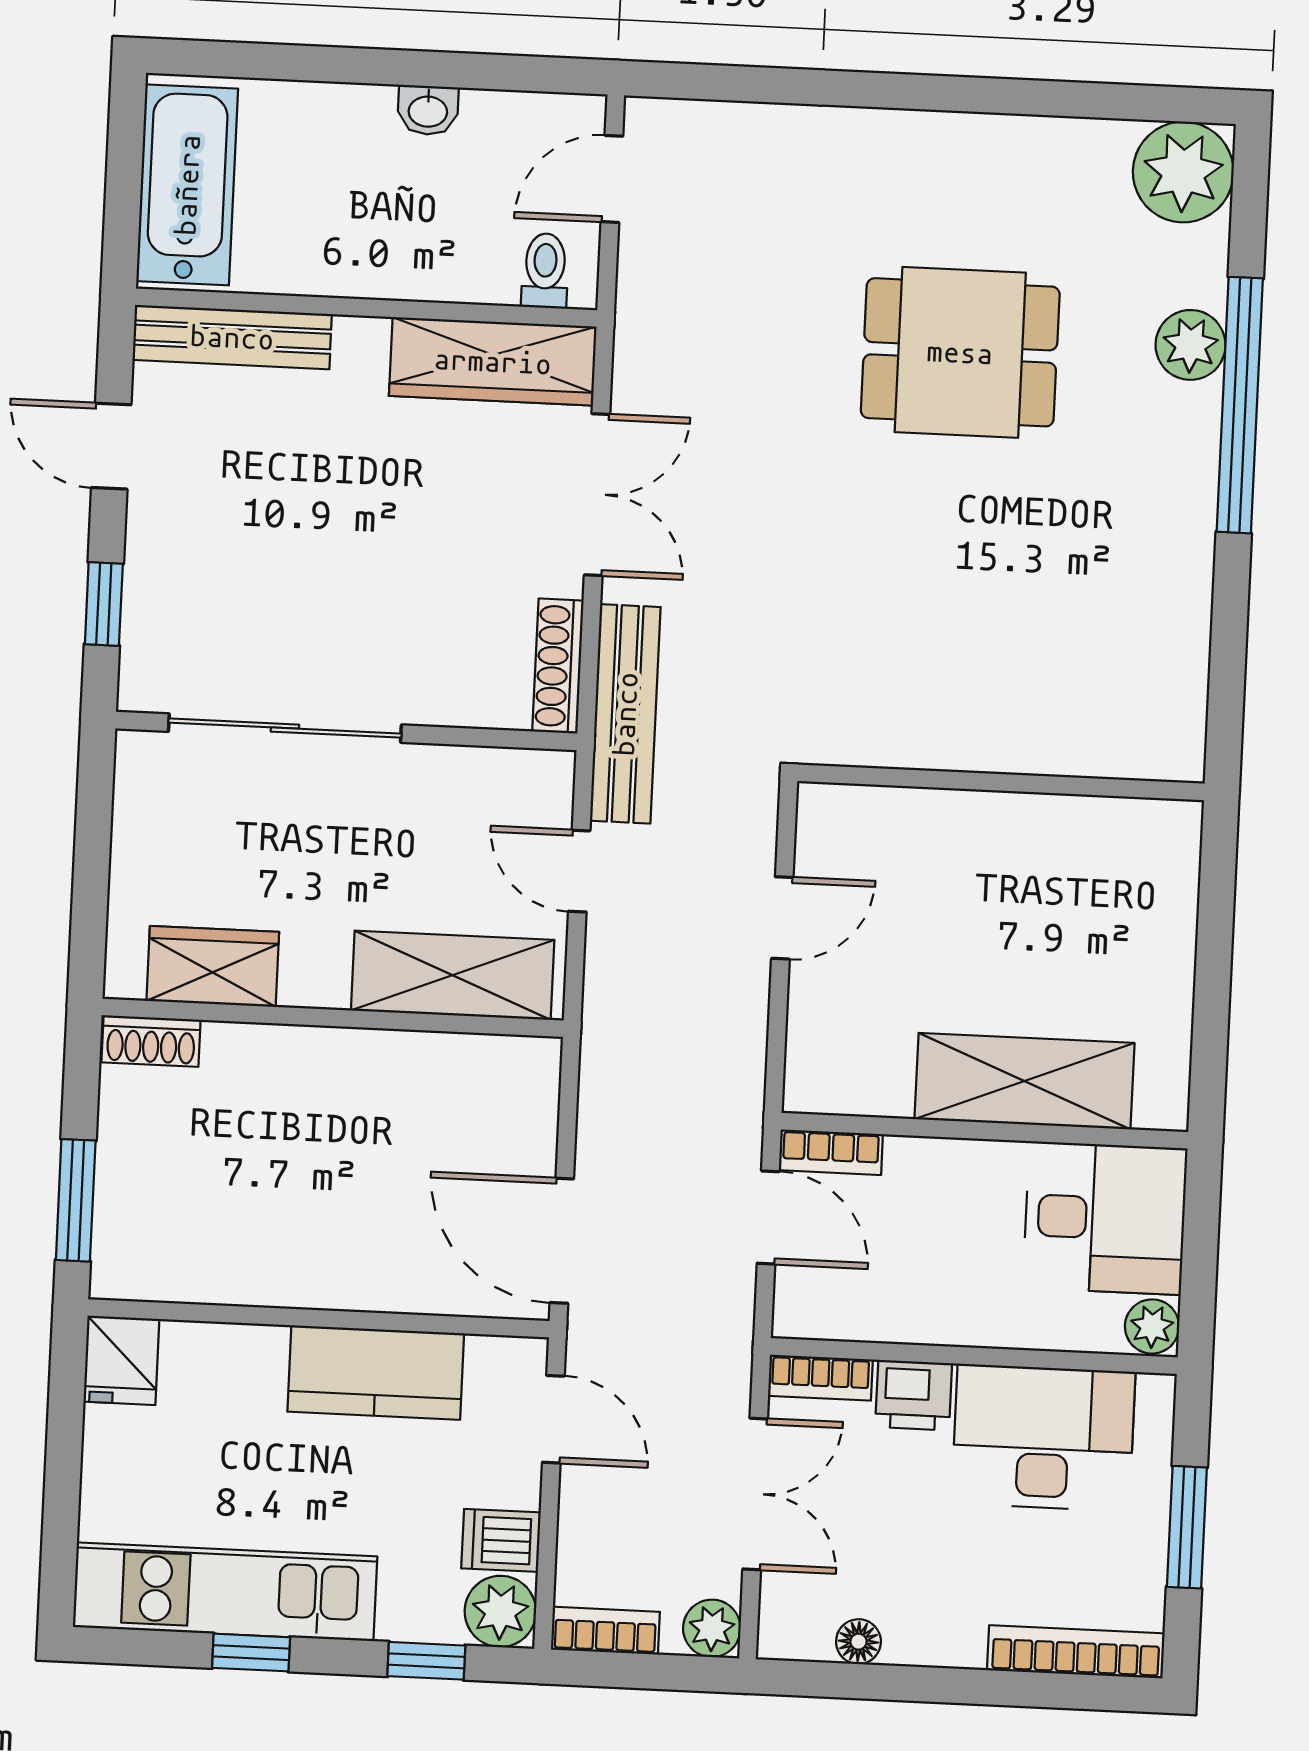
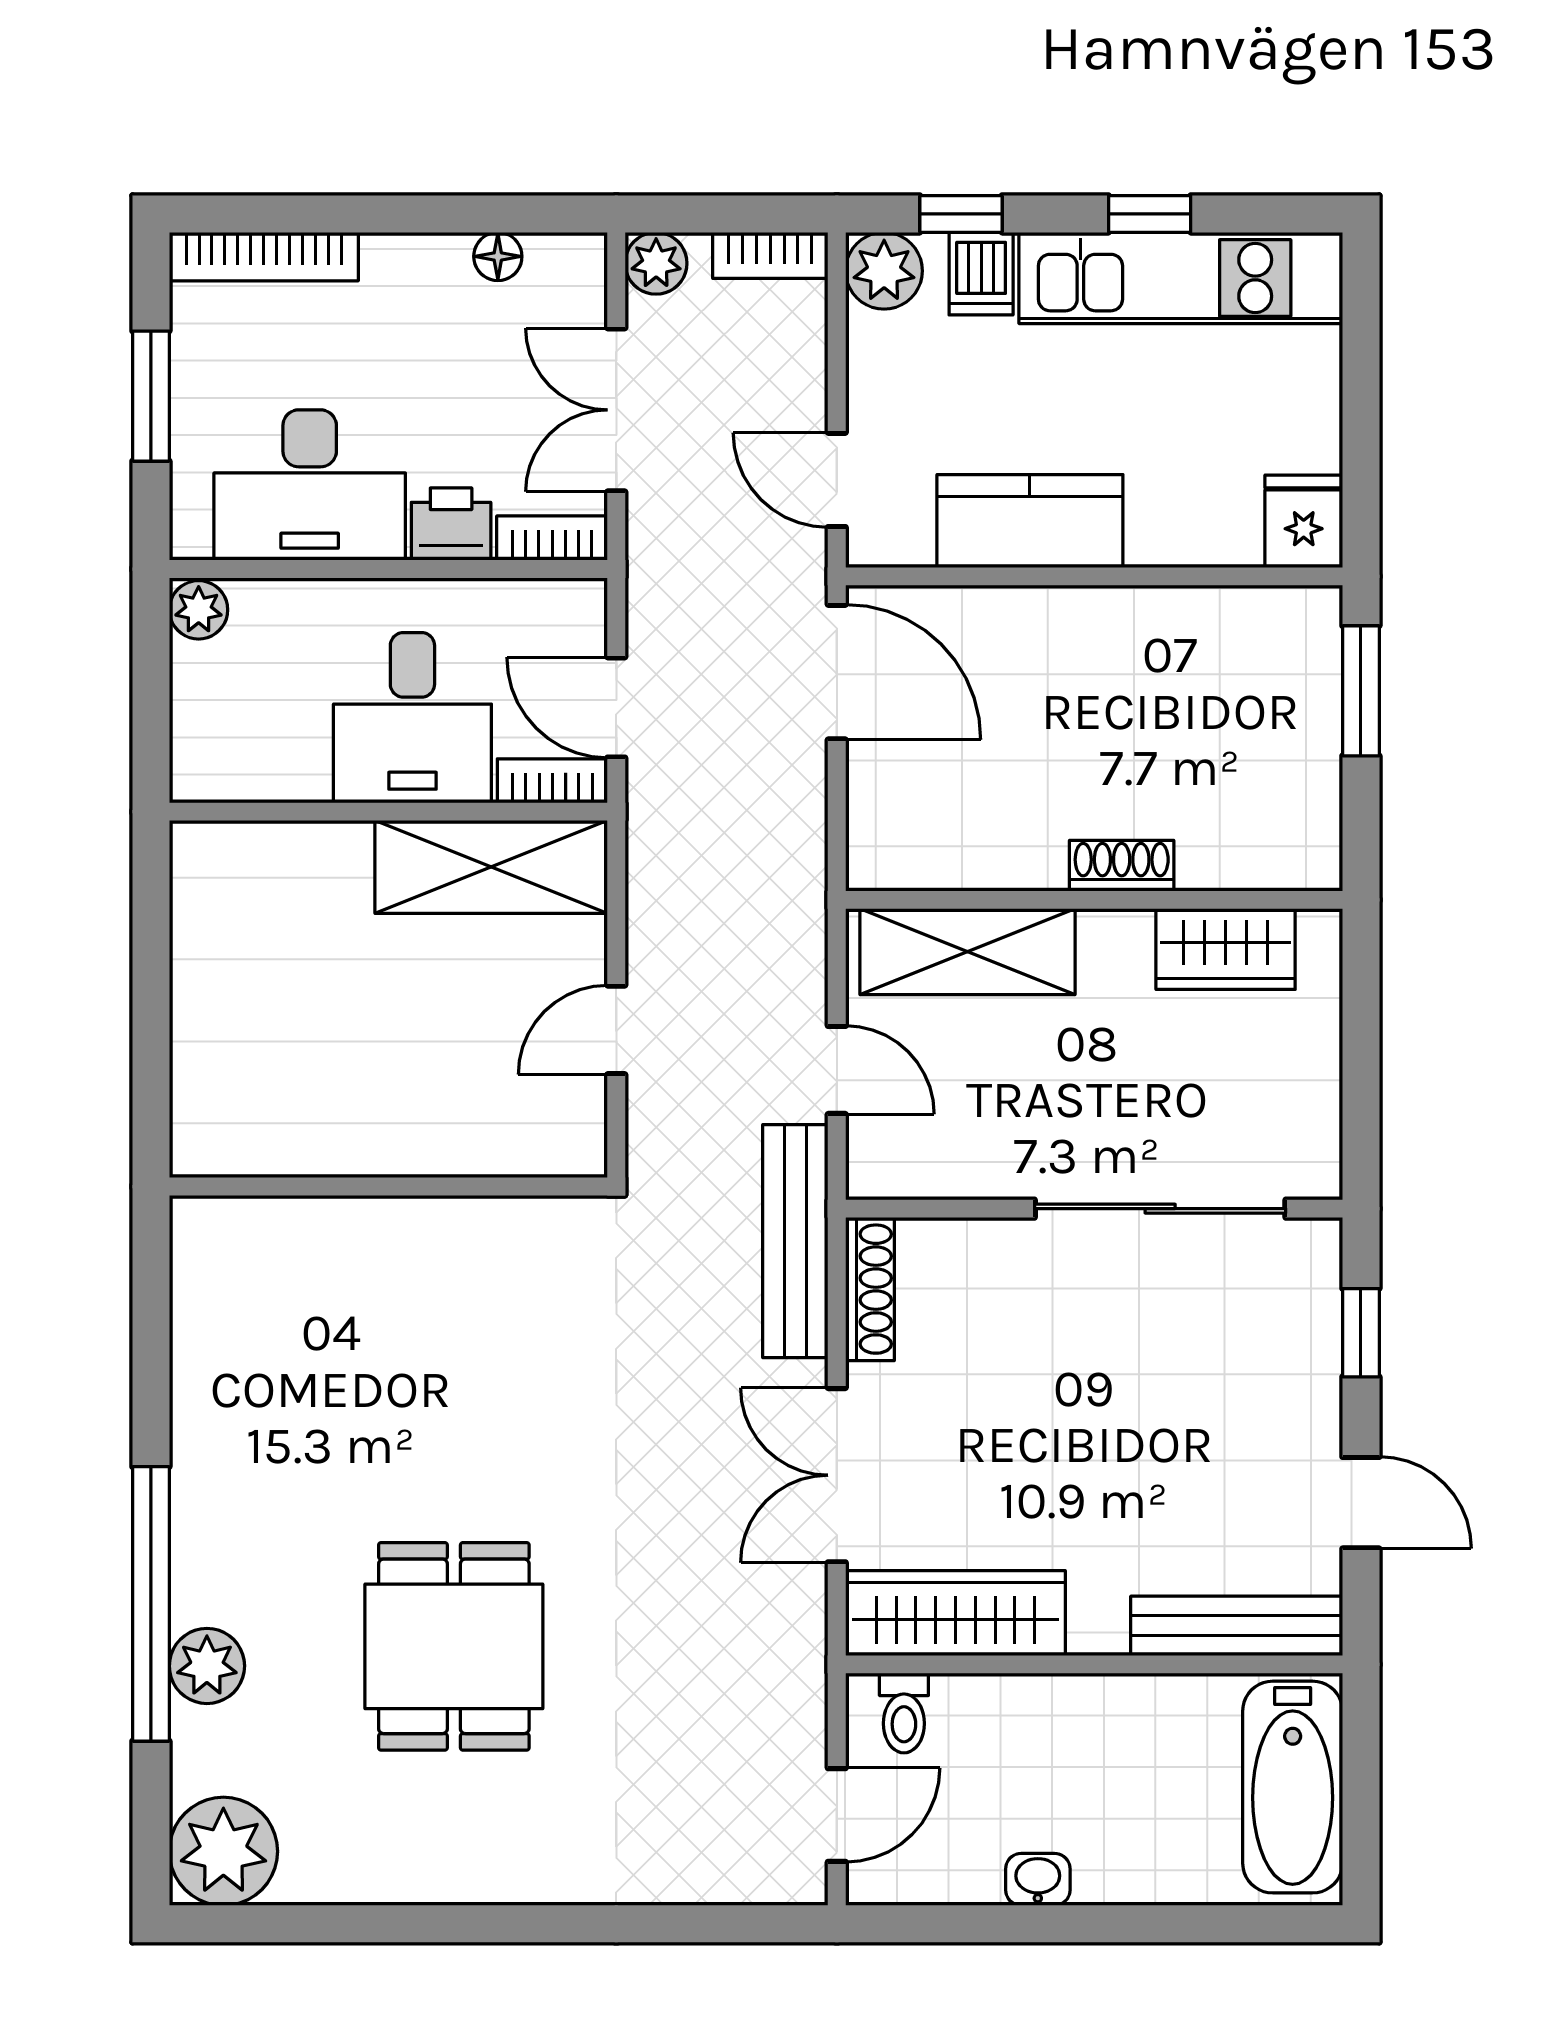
dining table: (960, 352) -> (454, 1646), turned 90
shoe rack: (151, 1041) -> (1122, 866), moved
shelving: (1024, 1081) -> (491, 867), moved
desk: (1105, 1218) -> (412, 718), moved, turned -90
dishwasher: (501, 1540) -> (981, 274), moved, turned 90

